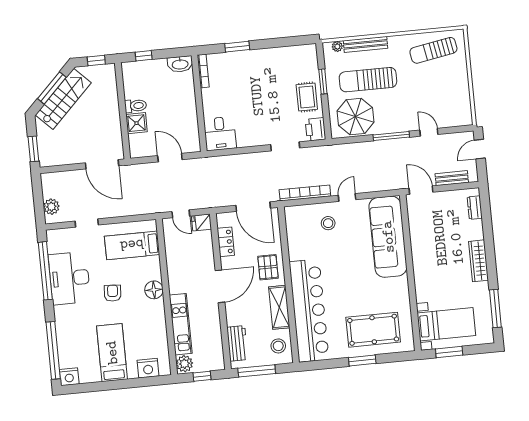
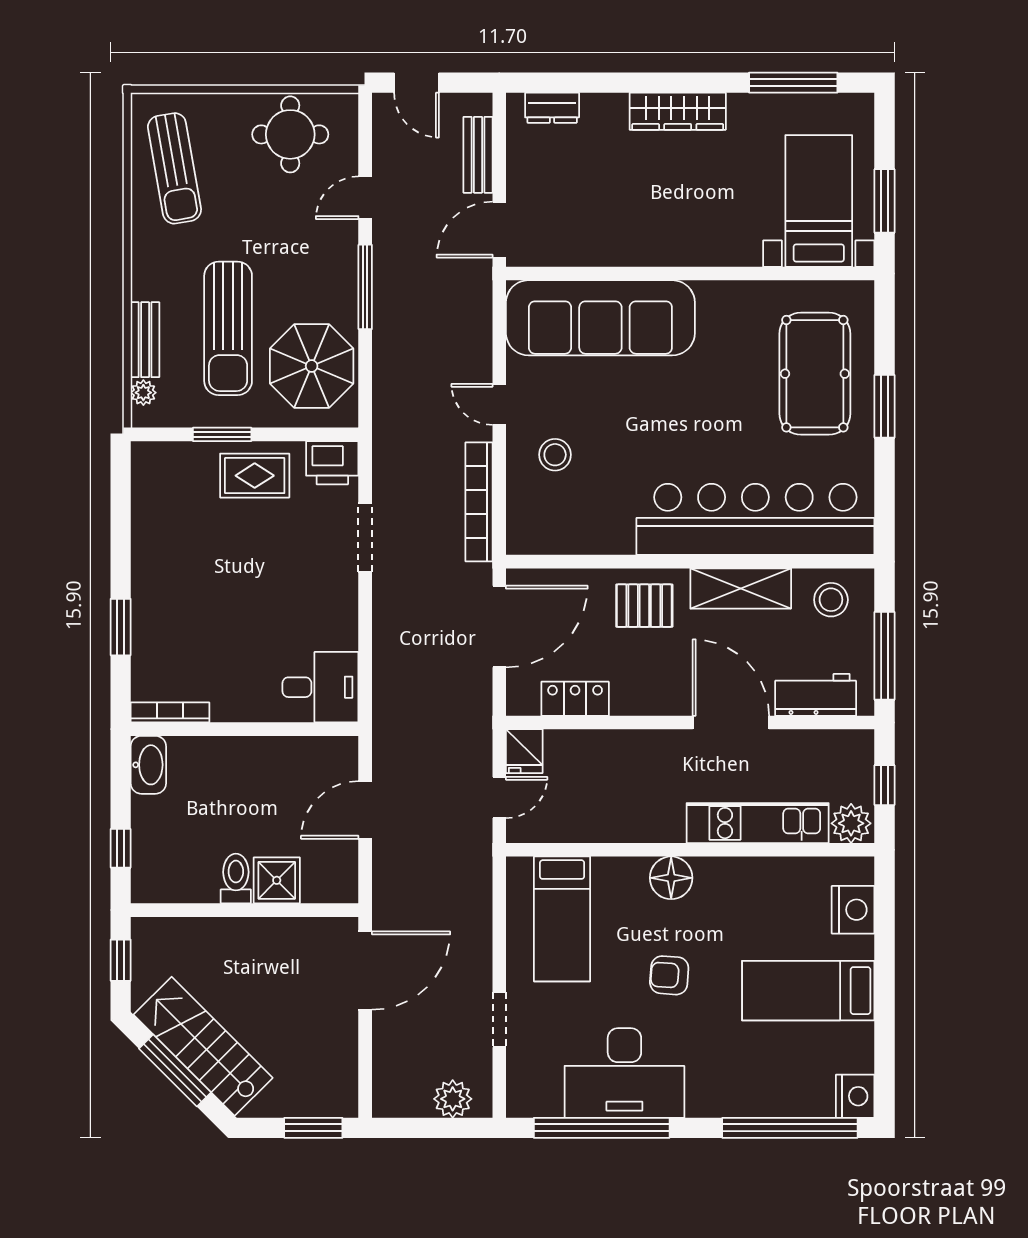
bench: (366, 44) -> (145, 340), width x0.73
round table: (453, 98) -> (290, 134), added
door: (220, 286) -> (731, 722), moved

